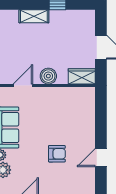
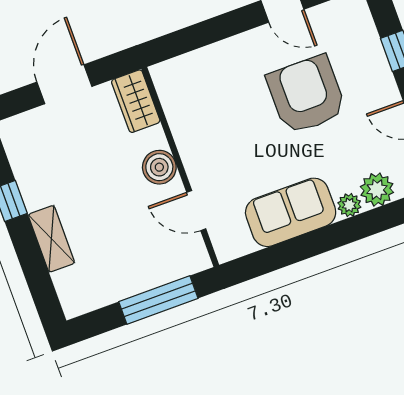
armchair: (57, 154) -> (306, 95), width x1.88, depth x1.88

